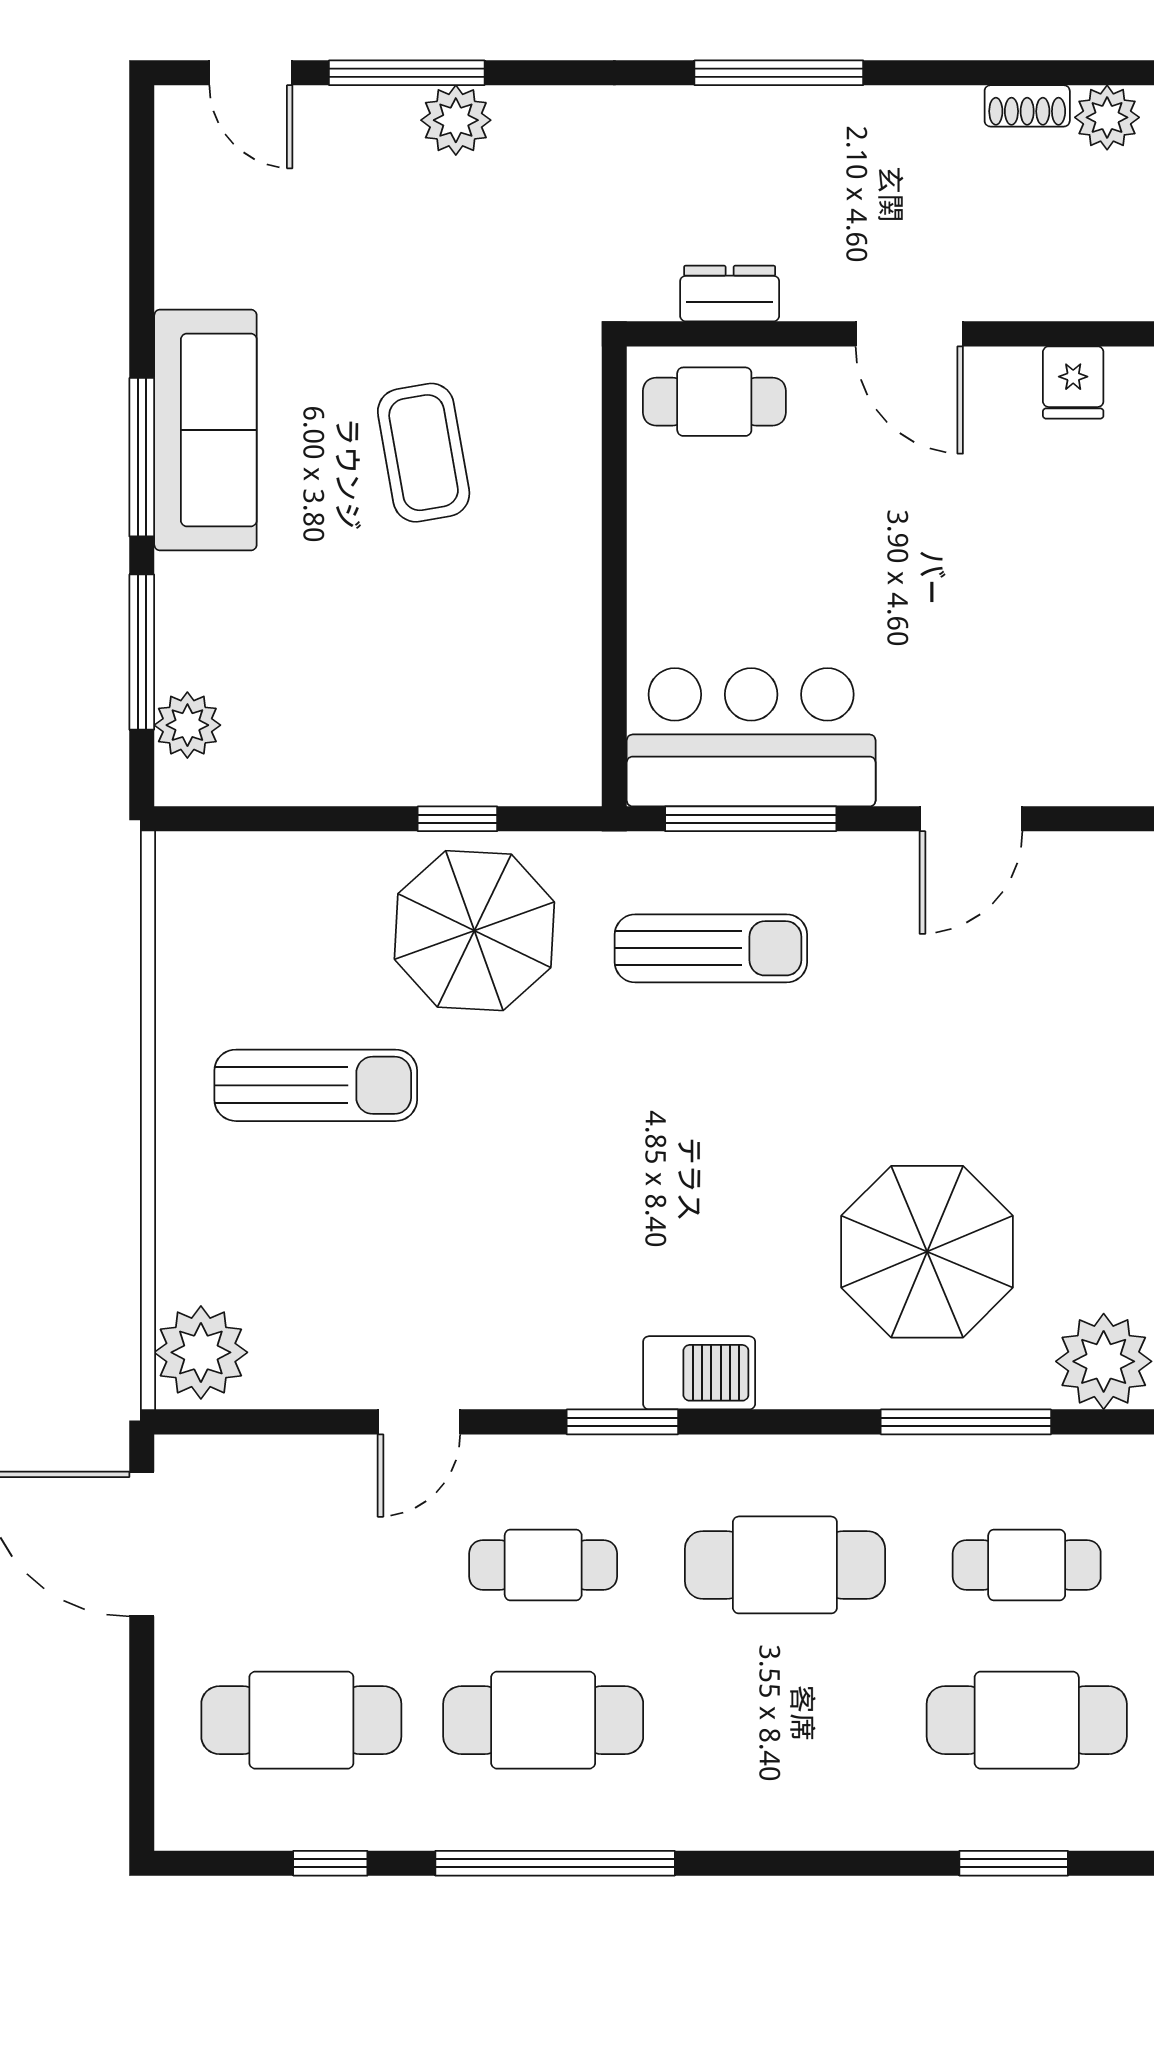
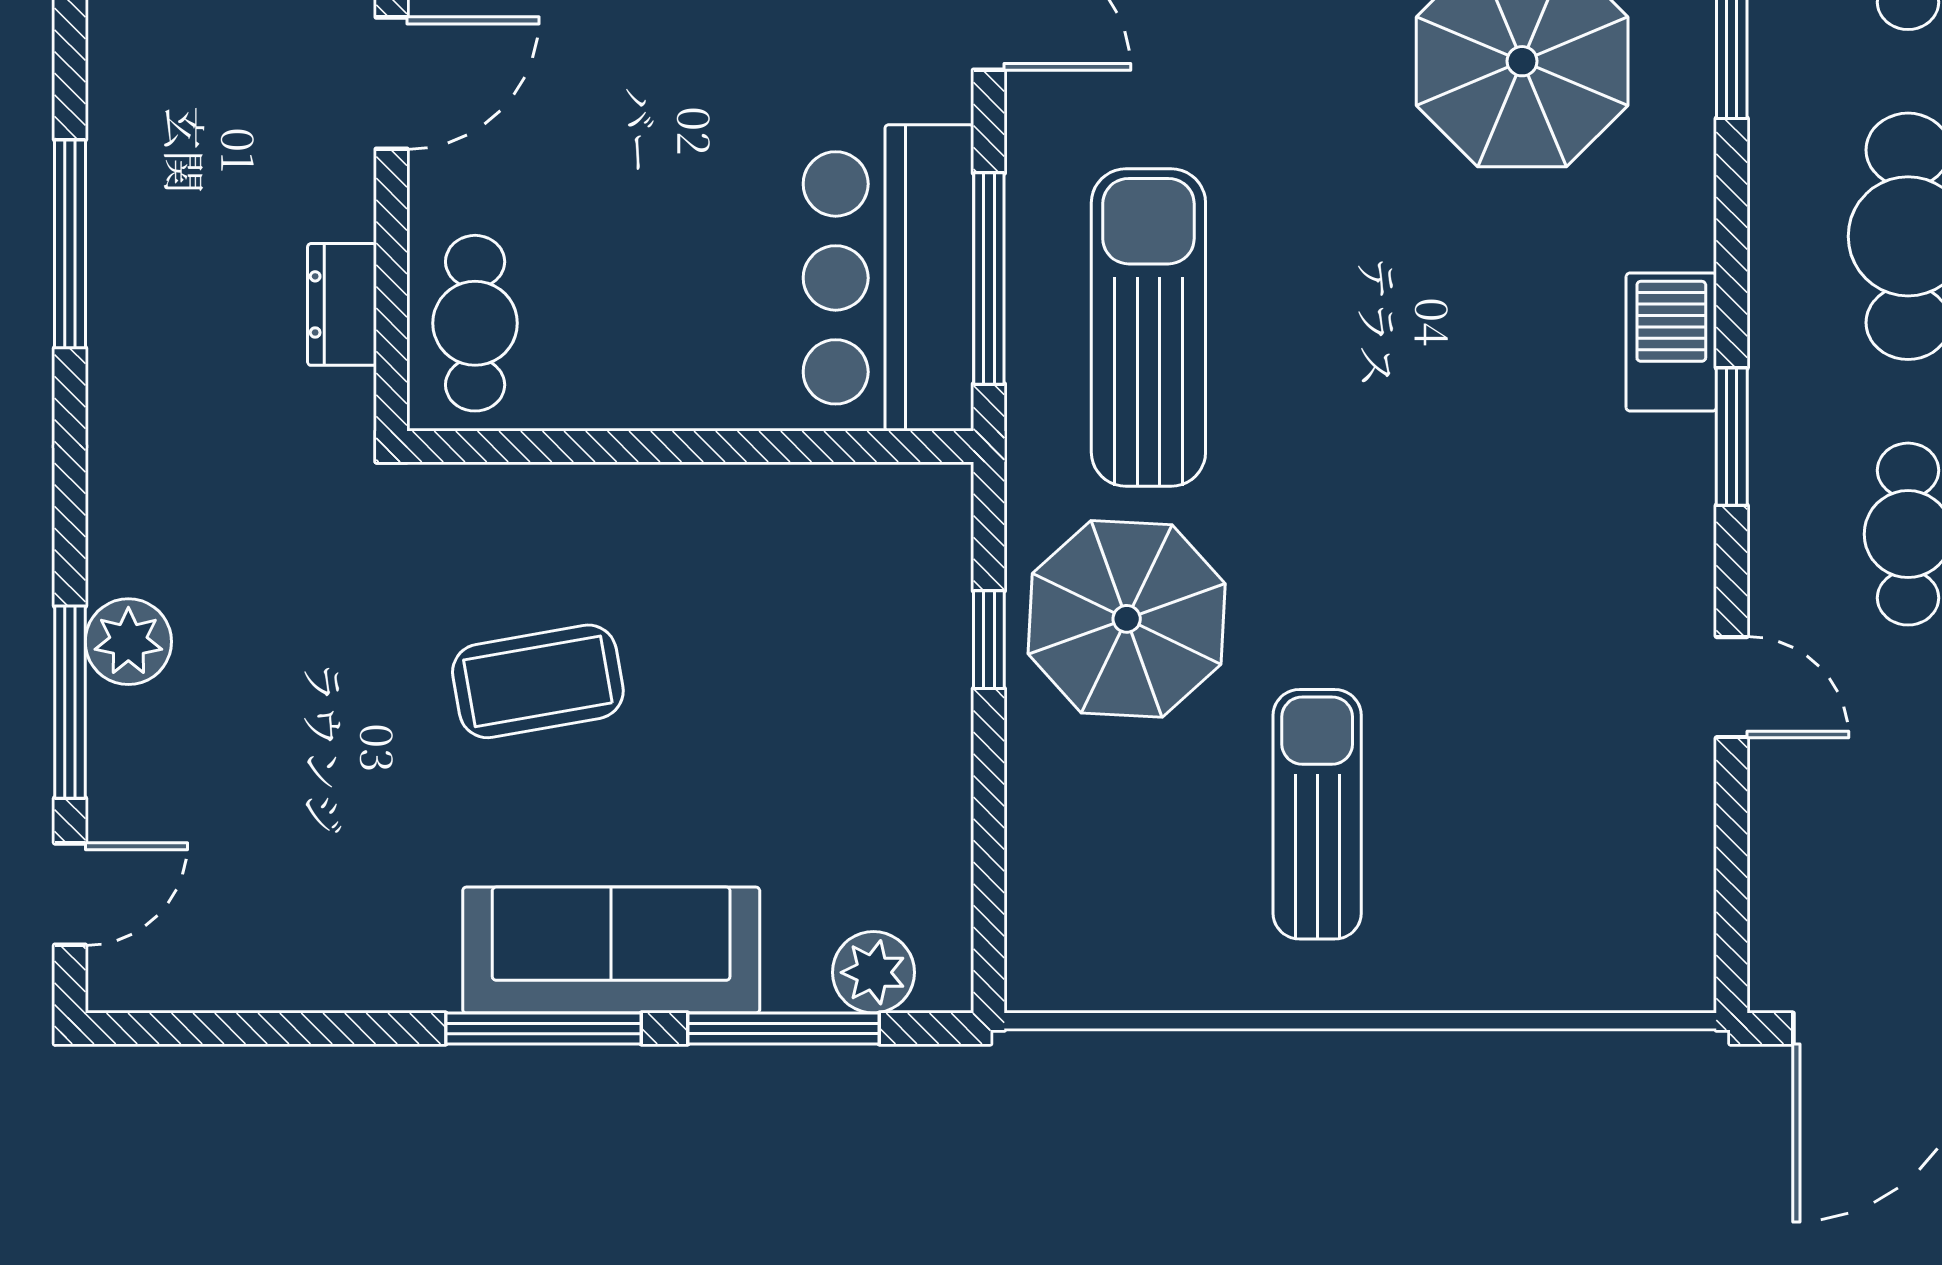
sofa: (205, 430) -> (611, 950), moved
sun lounger: (711, 948) -> (1148, 328), width x1.36, depth x1.34
plant: (201, 1352) -> (1646, 956), removed

